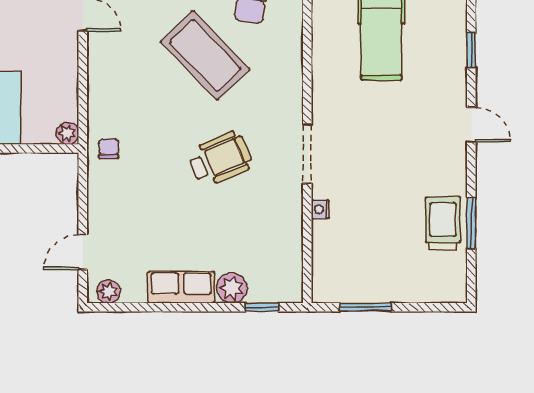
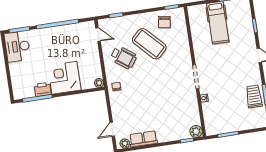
wheelchair: (220, 159) -> (124, 57), moved, turned 59
row of seats: (181, 287) -> (143, 139), moved
plant: (232, 288) -> (196, 131), moved

